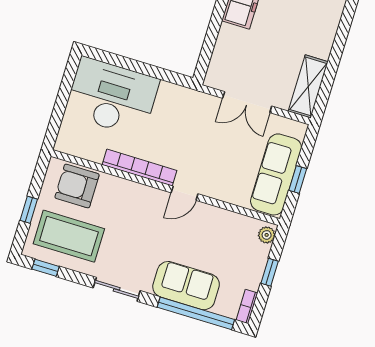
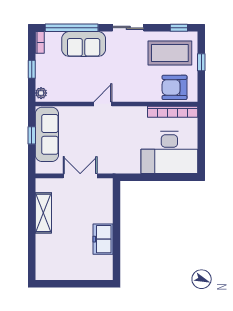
shelving: (308, 86) -> (43, 213), moved
bookcase: (140, 168) -> (173, 112), moved
armchair: (77, 186) -> (175, 87), turned 180

